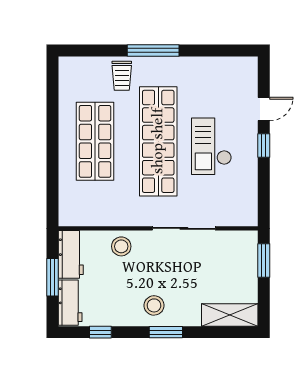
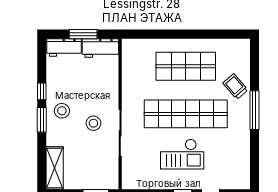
trolley: (122, 76) -> (235, 86), turned 49
checkout: (211, 146) -> (182, 154), turned 180
stool: (121, 246) -> (93, 123), moved
window: (100, 332) -> (42, 91), moved

